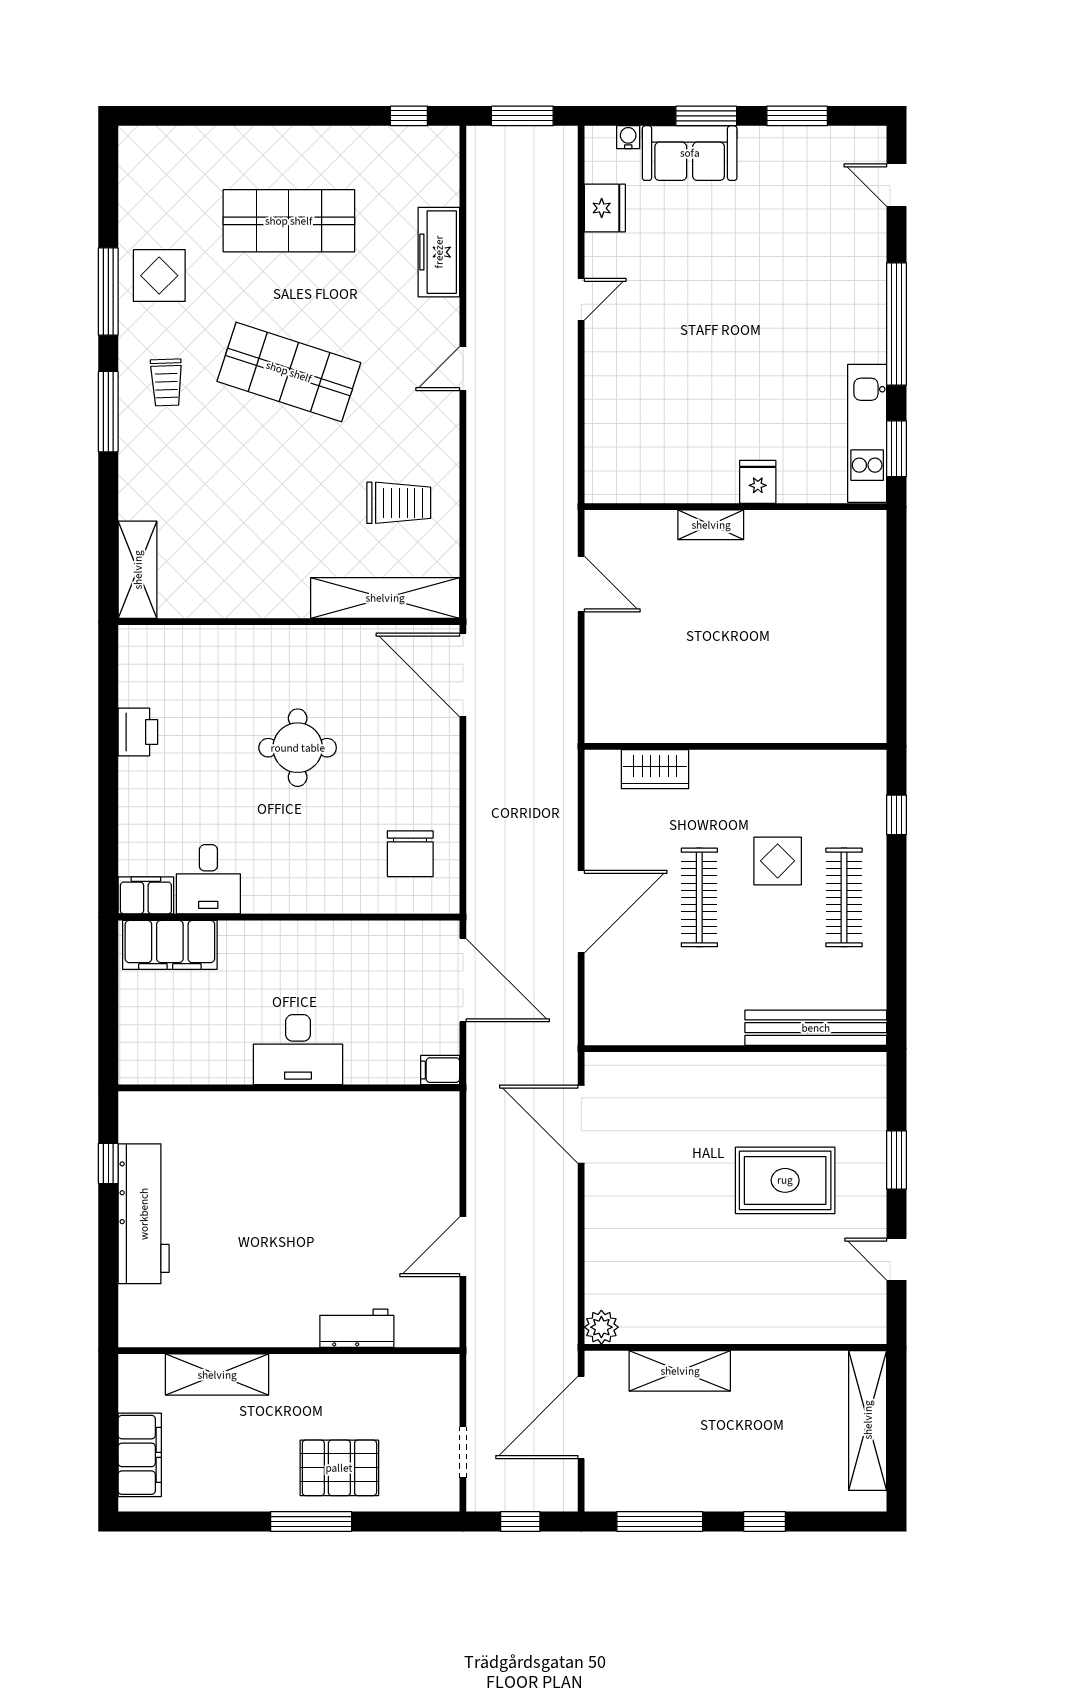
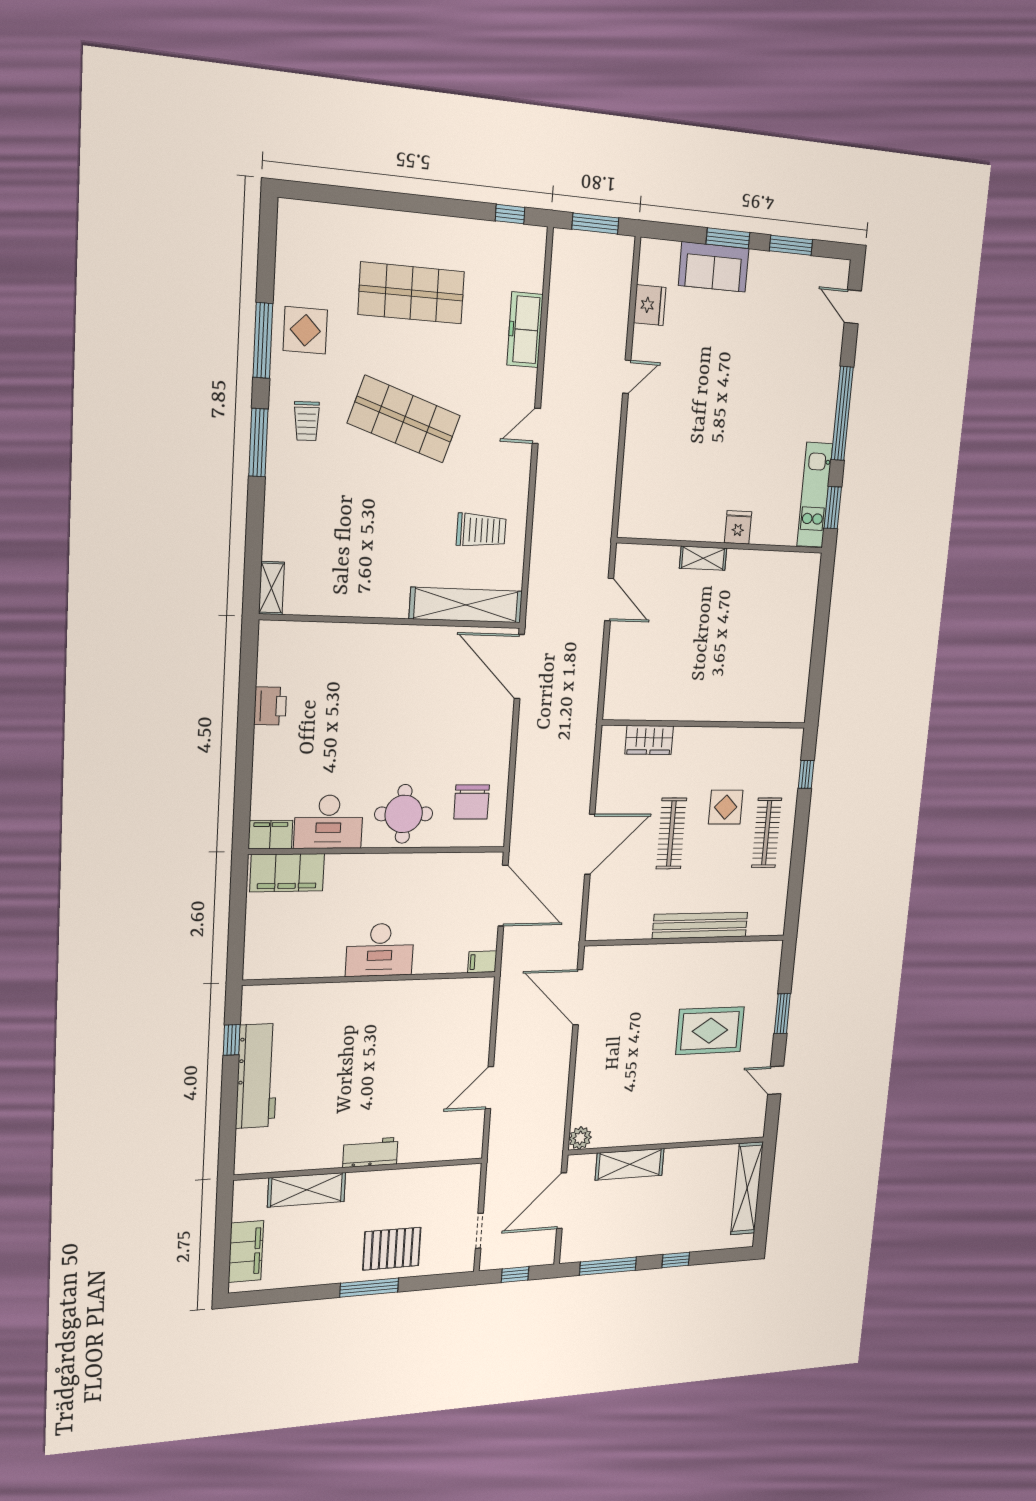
water cooler: (628, 137) -> (671, 249), removed
shelving: (138, 570) -> (272, 588), width x0.67, depth x0.75
round table: (298, 748) -> (404, 814), moved
desk: (208, 879) -> (329, 822), width x1.37
bench: (816, 1028) -> (700, 925), moved
workbench: (357, 1328) -> (370, 1152), moved

